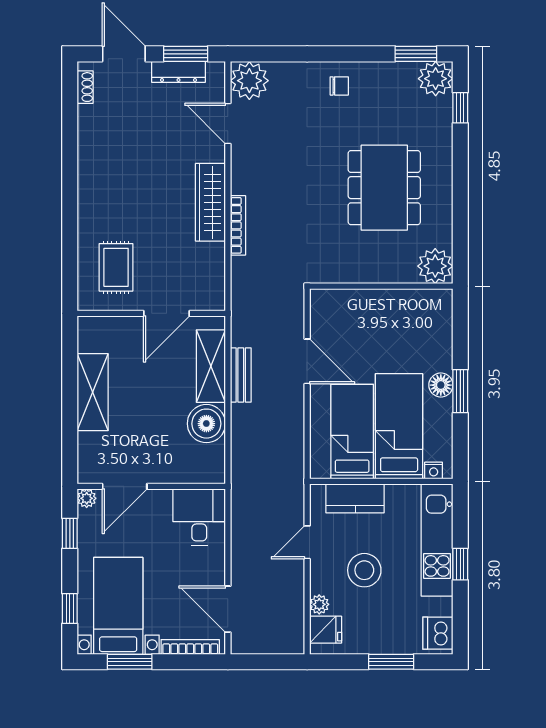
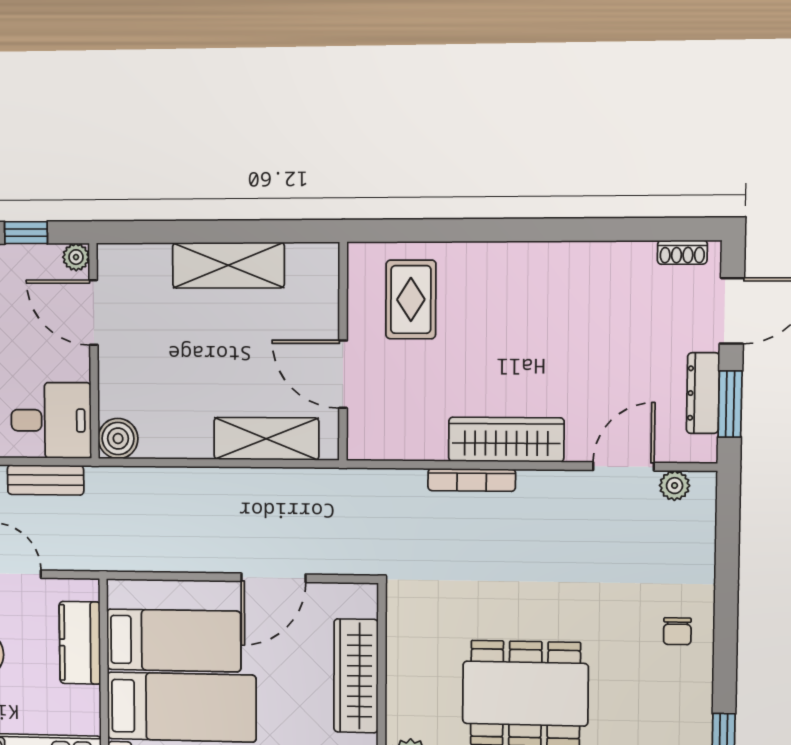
plant: (249, 81) -> (675, 486), width x0.53, depth x0.53
rug: (116, 267) -> (411, 299), turned 90
wardrobe: (374, 304) -> (356, 676), added
bench: (241, 375) -> (46, 480), moved
boiler: (206, 424) -> (118, 439), moved, width x0.73, depth x0.73

